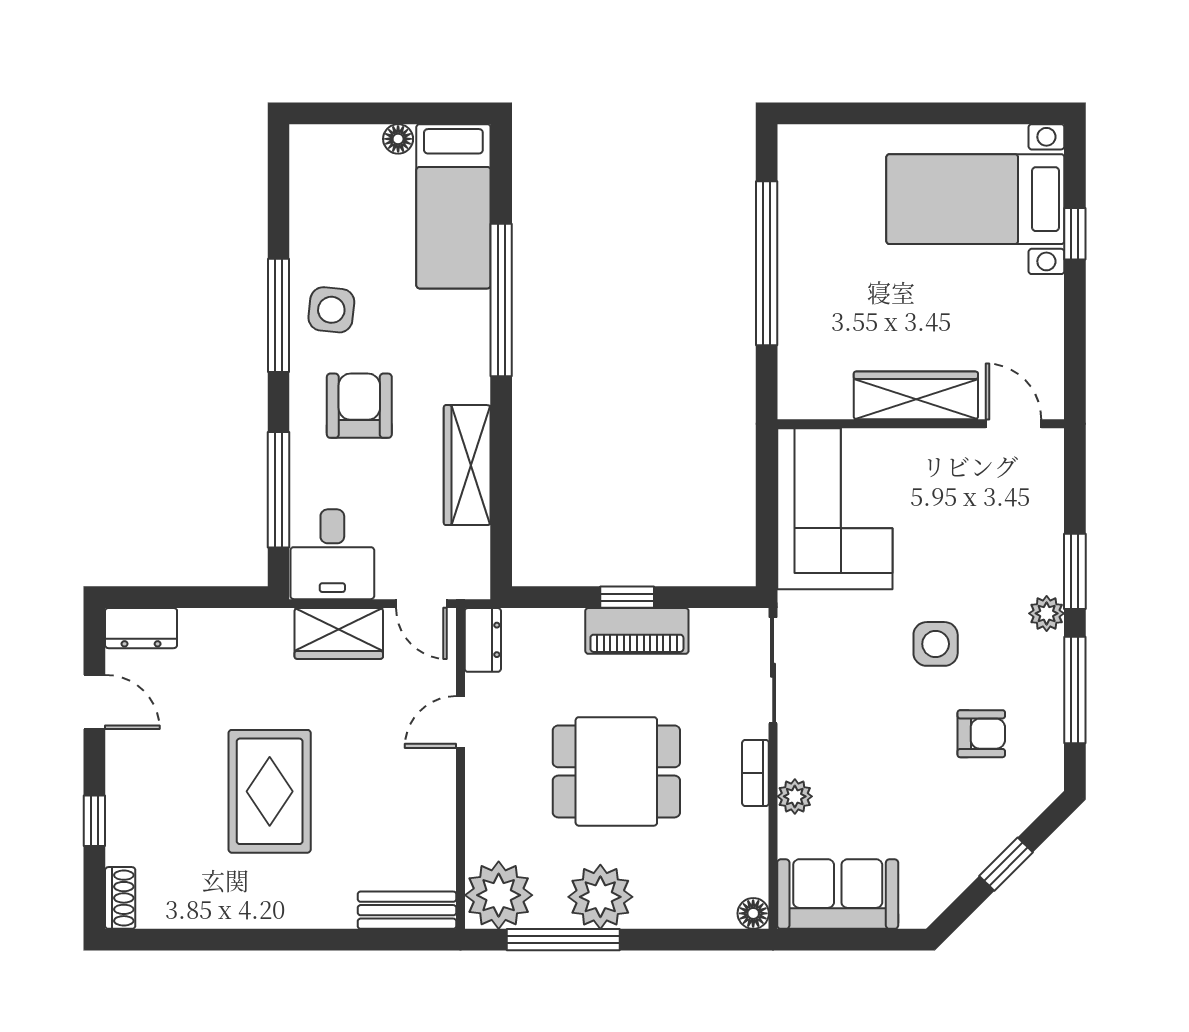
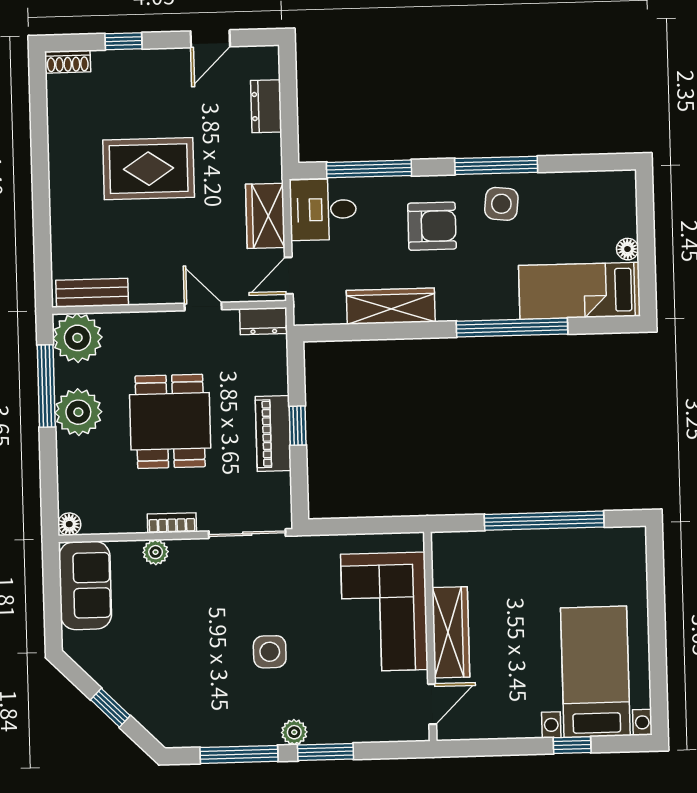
corner sofa: (835, 509) -> (384, 612), moved, turned 90
dresser: (141, 628) -> (266, 106), moved
armchair: (981, 734) -> (205, 687), removed
bench: (407, 910) -> (92, 293), moved, turned 90

